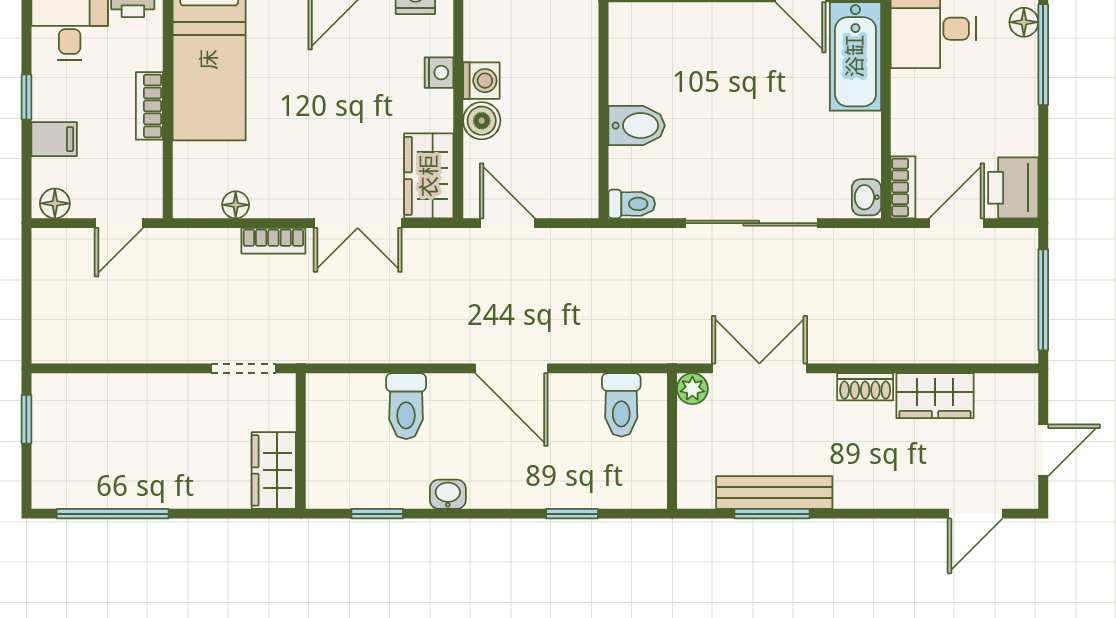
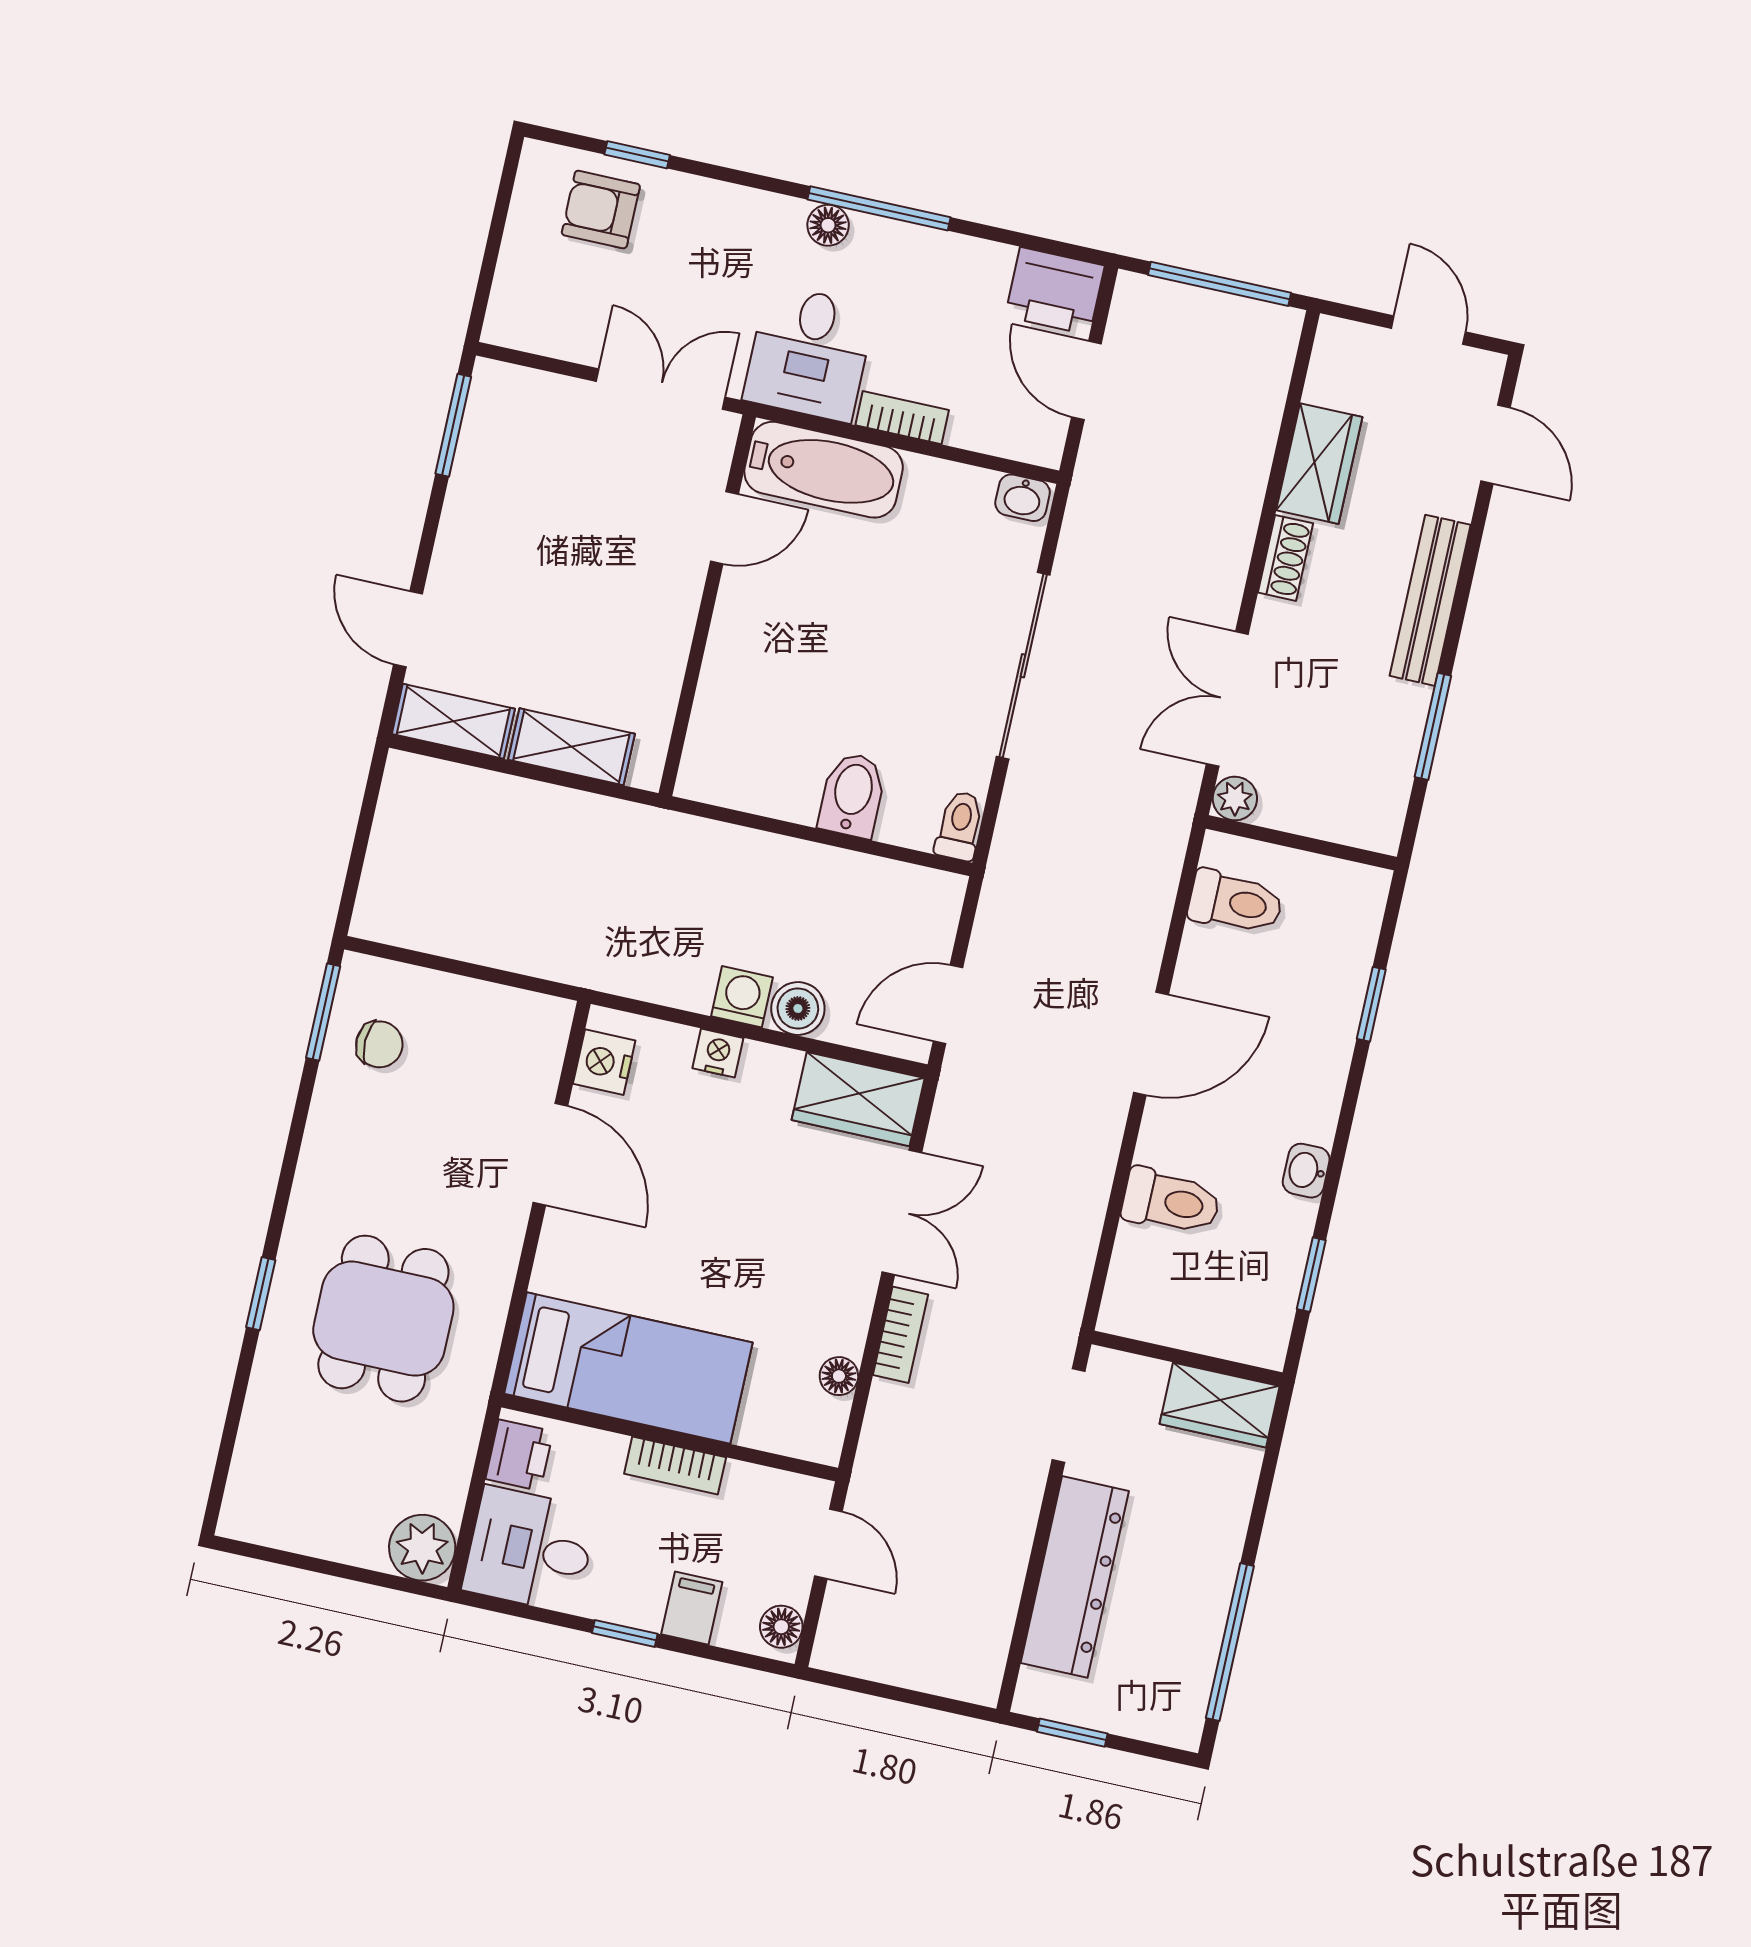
bookcase: (903, 187) -> (902, 418), moved
dresser: (134, 397) -> (1075, 1577), added
bench: (774, 493) -> (1430, 600), moved

